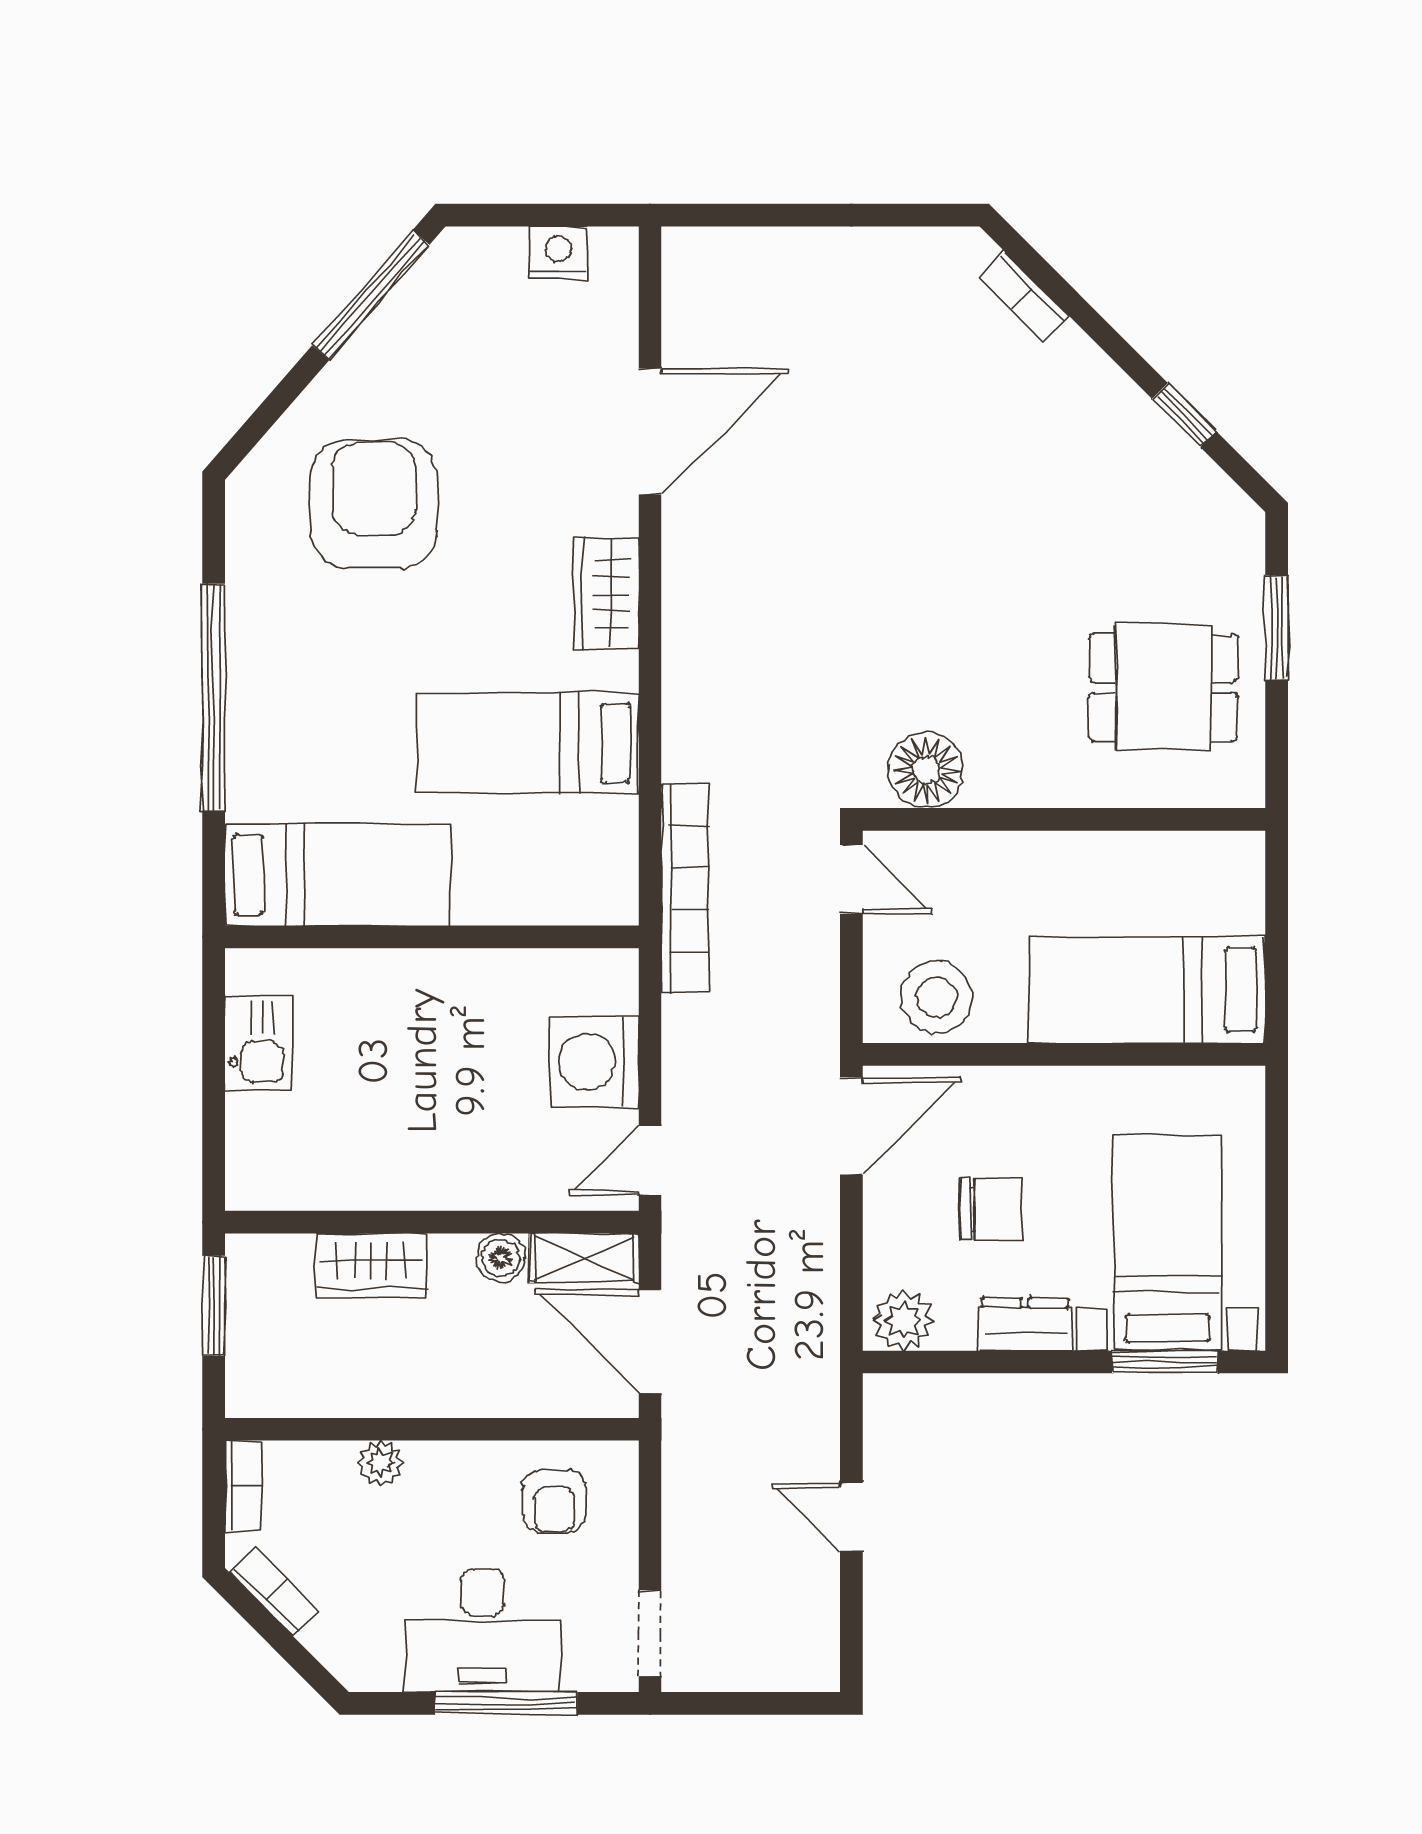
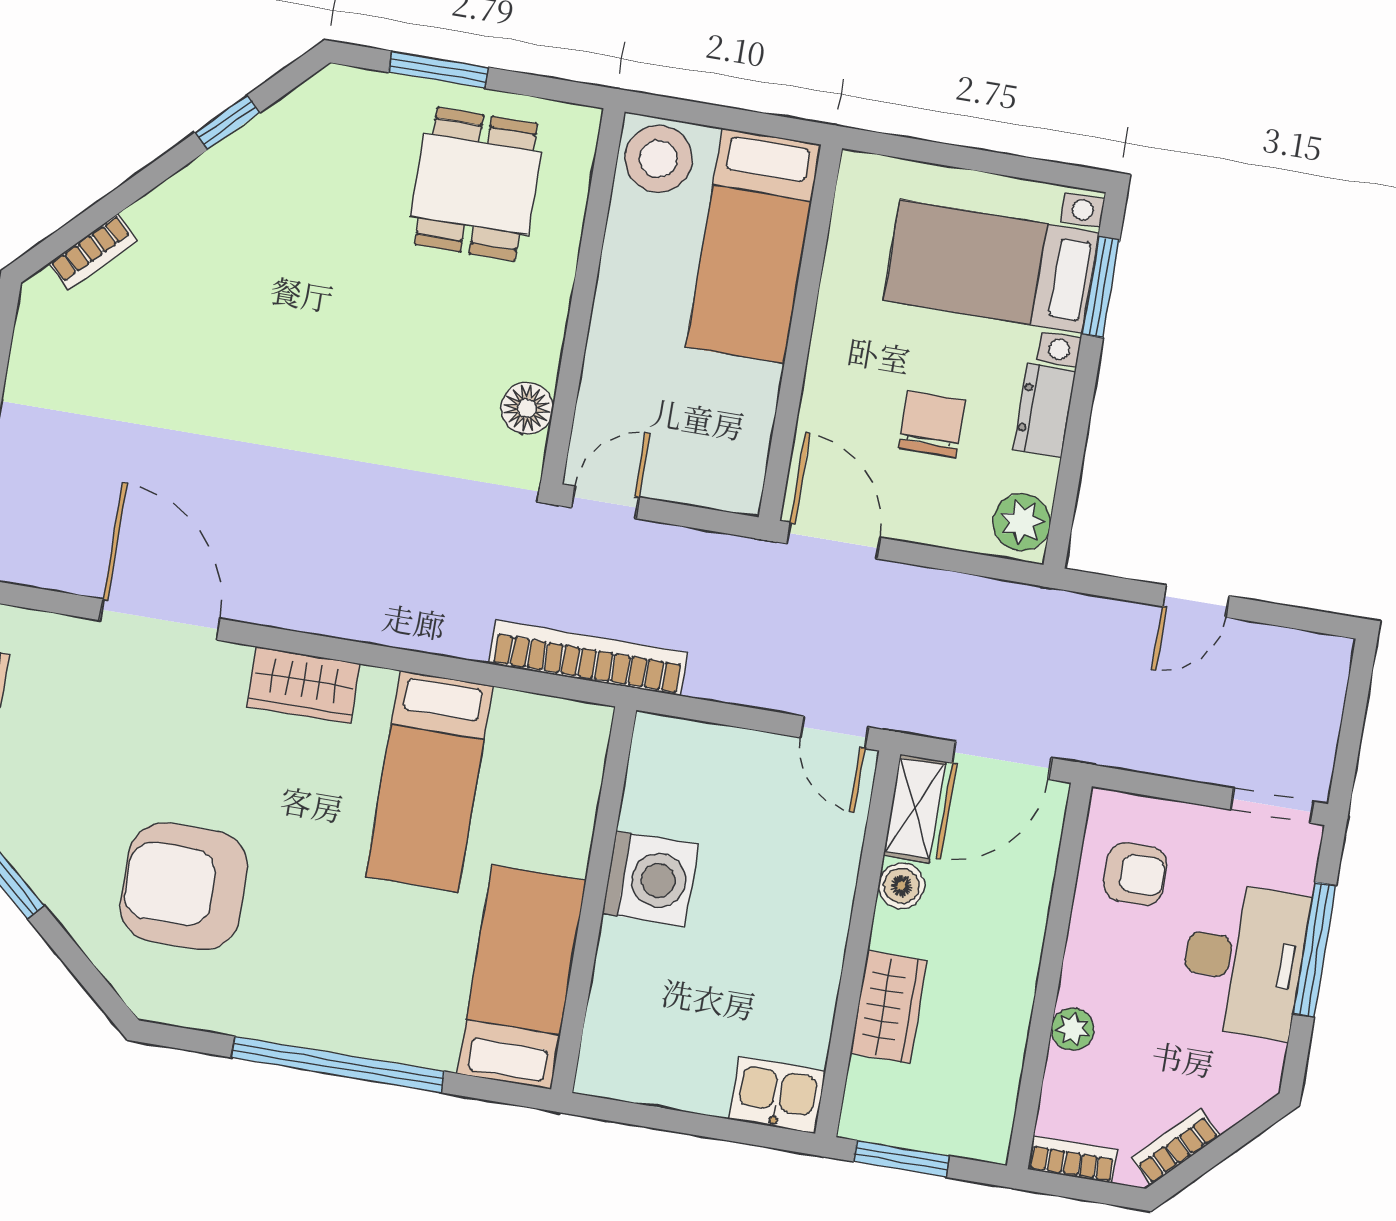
floor lamp: (926, 770) -> (527, 408), width x0.73, depth x0.73
stool: (937, 997) -> (658, 159), moved
kitchen sink: (259, 1043) -> (777, 1095), moved
washing machine: (594, 1062) -> (650, 879), moved, turned -90

